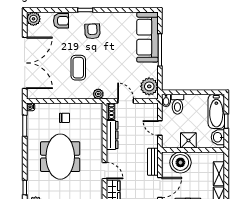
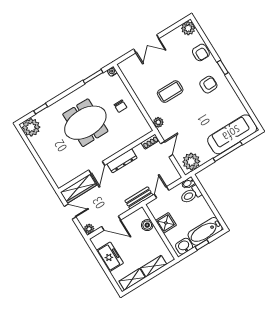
double door: (25, 63) -> (146, 44), width x0.54
dresser: (112, 135) -> (122, 161), moved
bench: (153, 162) -> (139, 198), moved
boiler: (180, 162) -> (147, 225), width x0.54, depth x0.54

